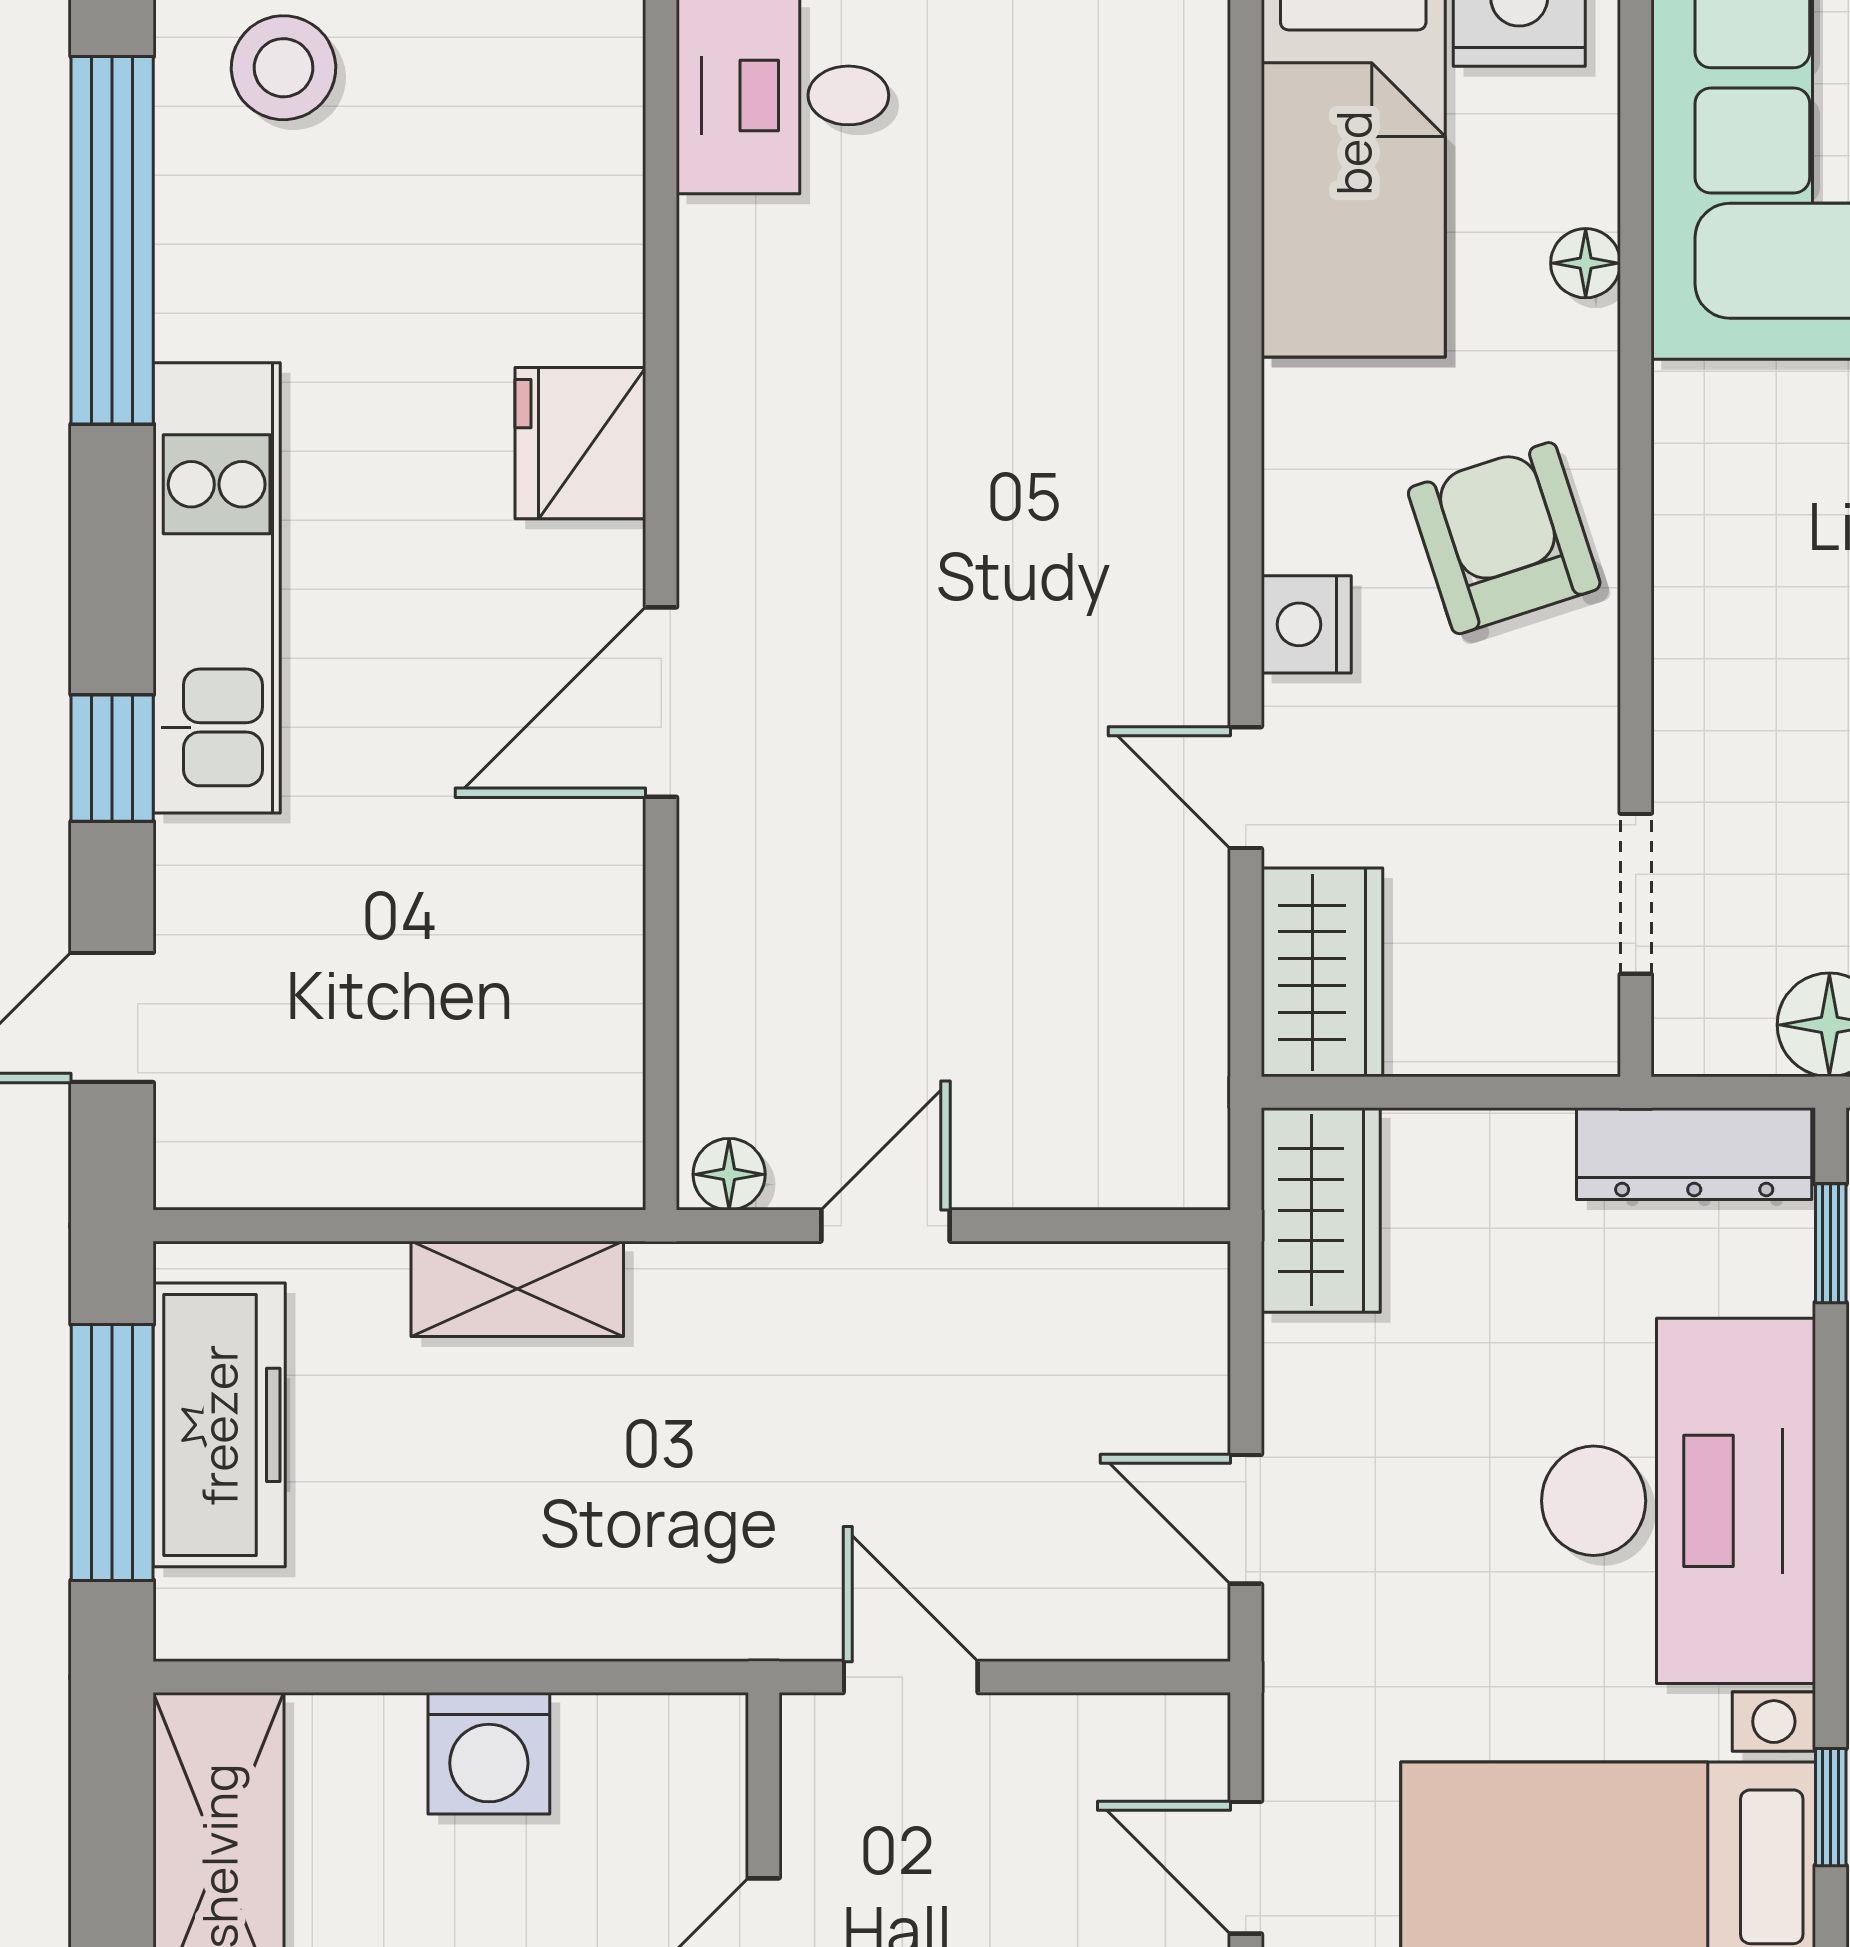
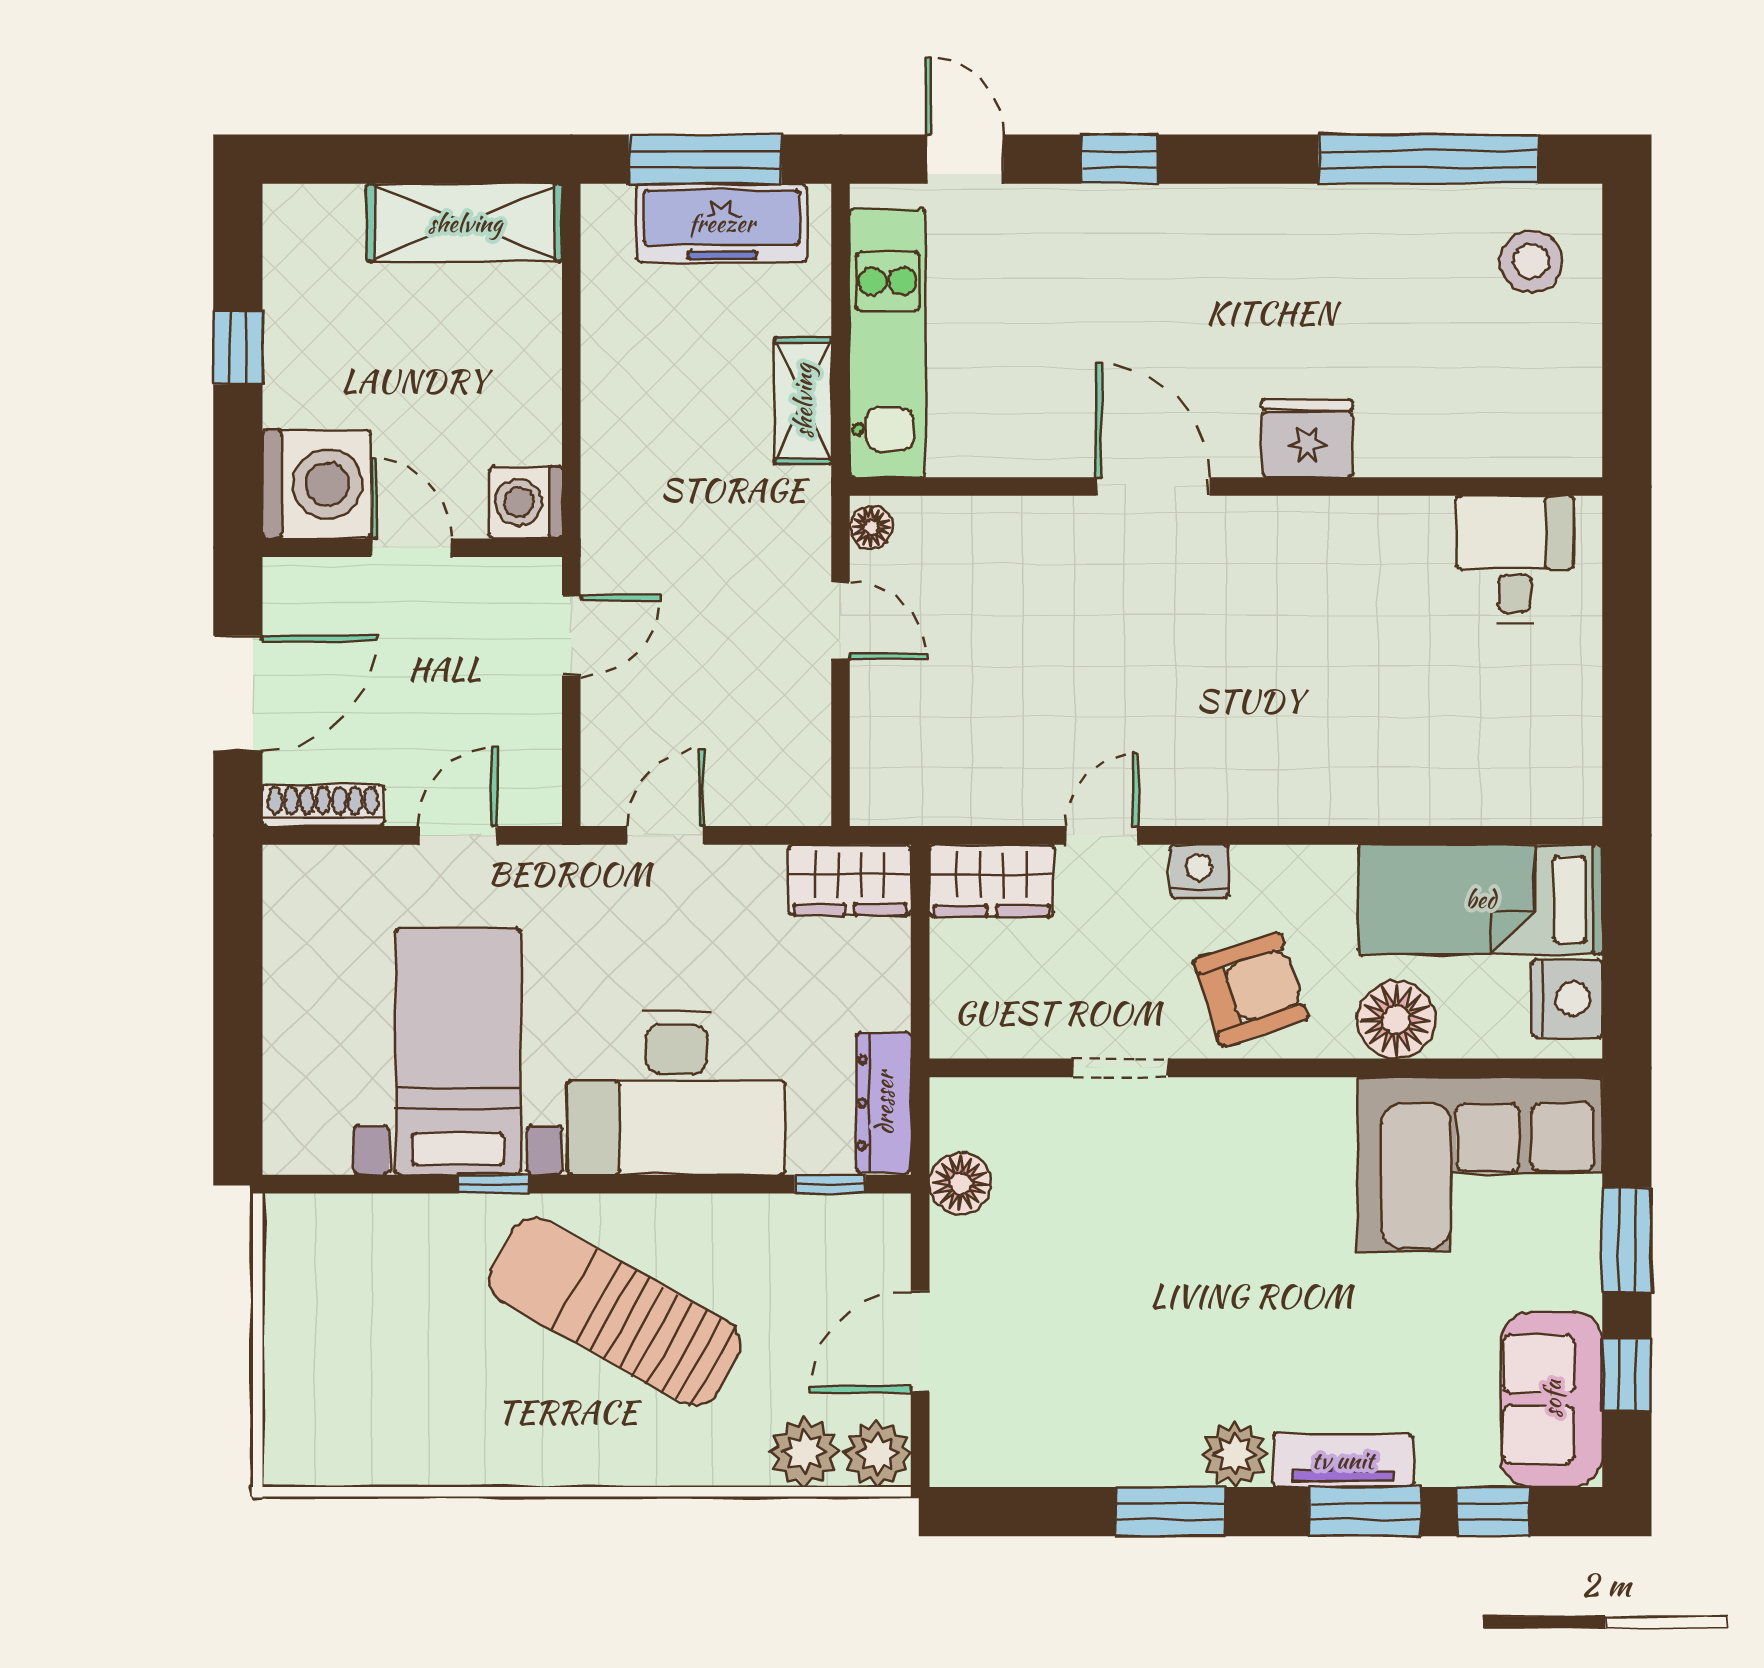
floor lamp: (1586, 263) -> (1396, 1020), width x1.89, depth x1.89
kitchen unit: (217, 588) -> (888, 343), moved, turned -90
doorway: (1636, 894) -> (1120, 1068), moved
washing machine: (489, 1753) -> (526, 502), moved

